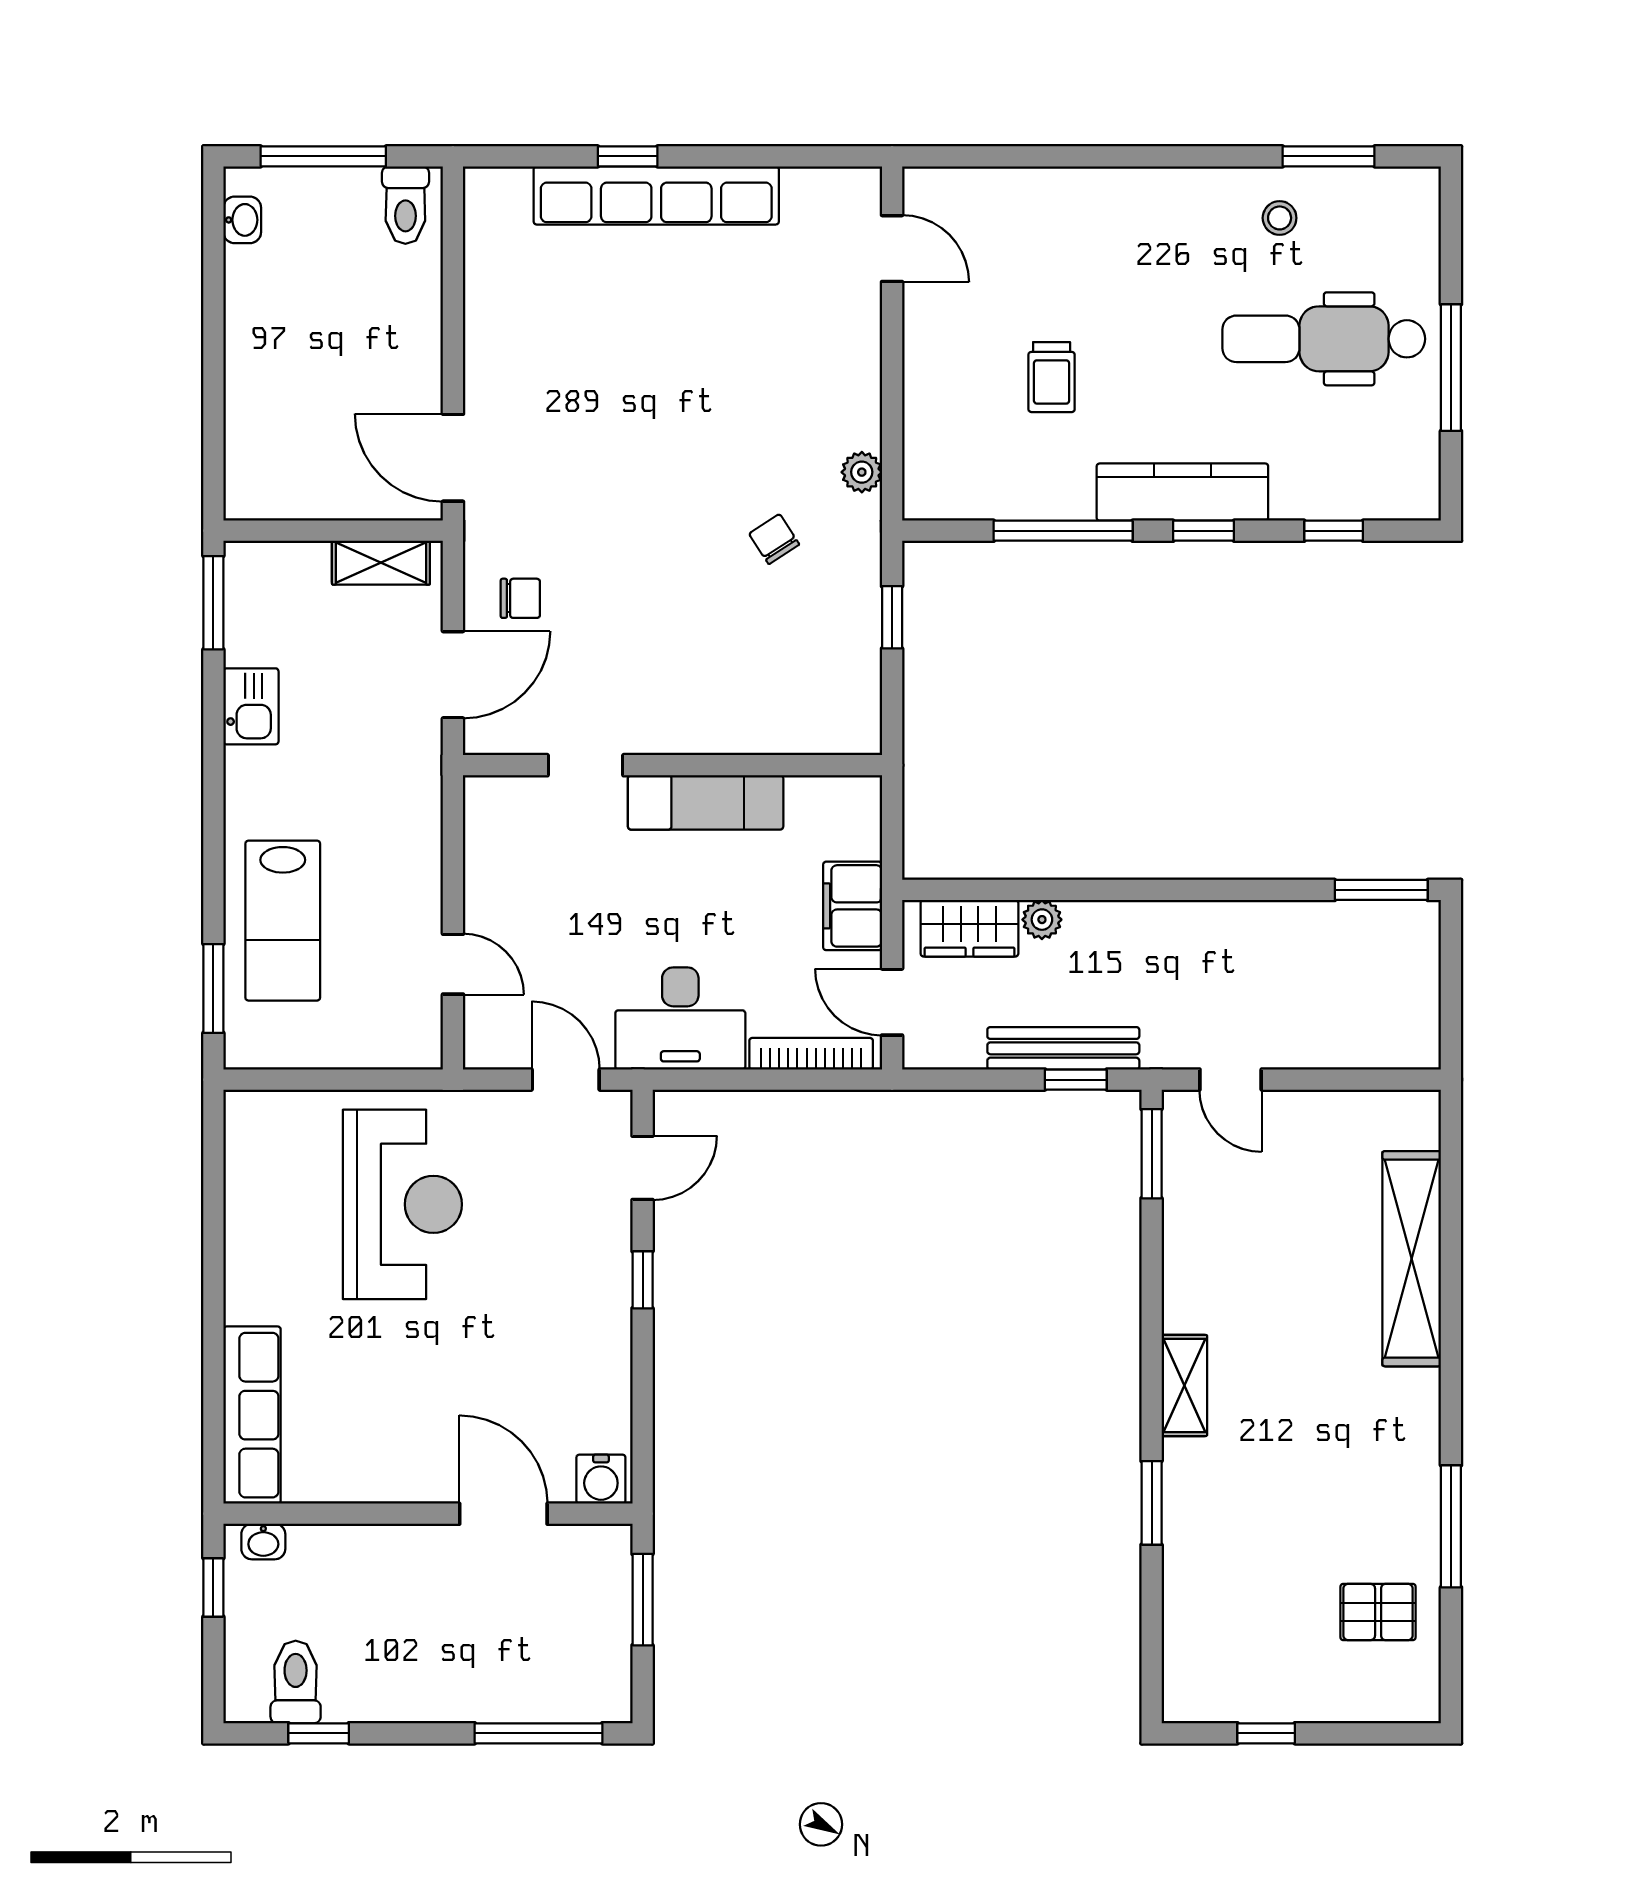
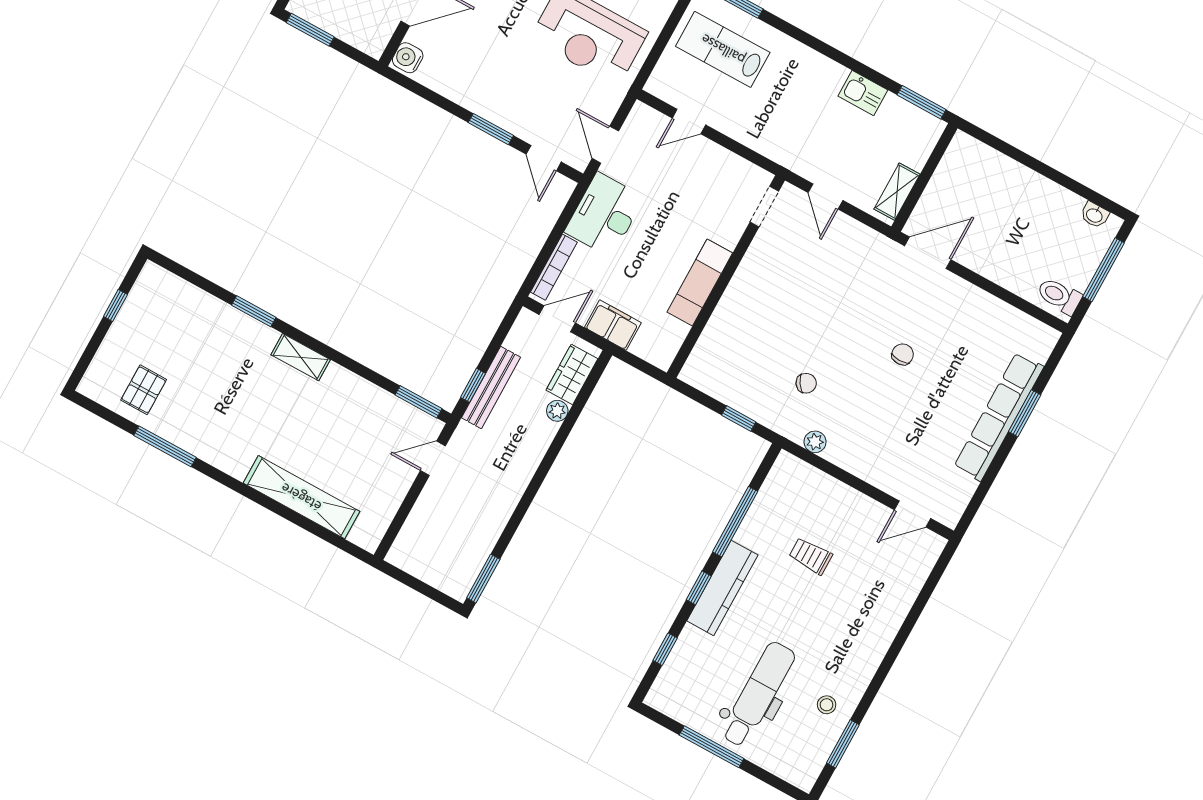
window: (628, 156) -> (1025, 413), width x1.50
chair: (520, 598) -> (903, 354), moved, turned 180
door: (453, 675) -> (825, 196), width x0.73
doorway: (586, 765) -> (764, 207), moved
lab bench: (283, 921) -> (723, 49), moved
door: (566, 1080) -> (605, 145), swing flipped
window: (643, 1280) -> (491, 129), width x1.50
window: (643, 1600) -> (310, 30), moved

